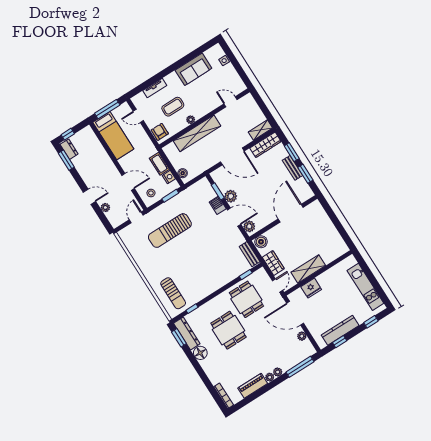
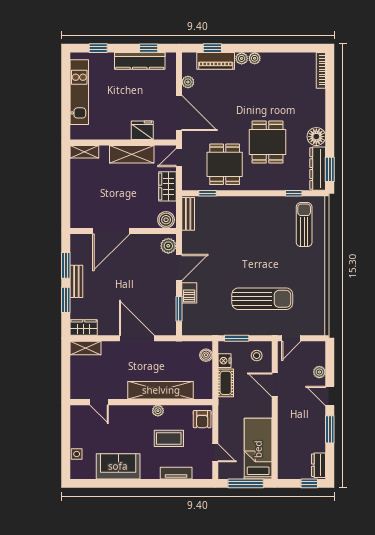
wardrobe: (265, 145) -> (84, 328), width x0.67
window: (66, 160) -> (330, 429), moved
plant: (231, 196) -> (168, 294), removed
door: (234, 217) -> (179, 268), swing flipped
shelving: (339, 252) -> (84, 152), added
window: (300, 367) -> (212, 48), width x0.46
piano: (253, 386) -> (216, 61), moved

